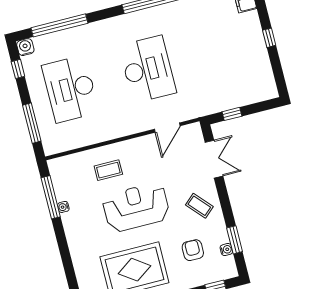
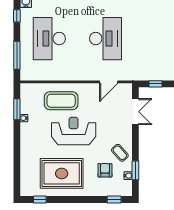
coffee table: (108, 170) -> (61, 101), width x1.86, depth x1.72
window: (51, 197) -> (17, 109), width x0.69
coffee table: (199, 206) -> (120, 153), moved

